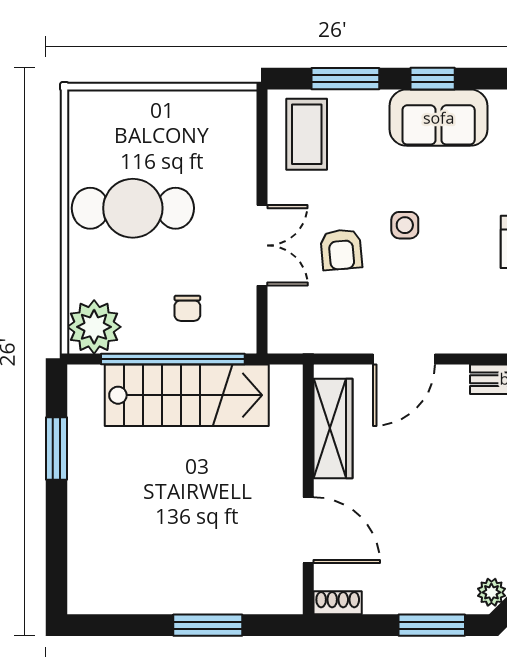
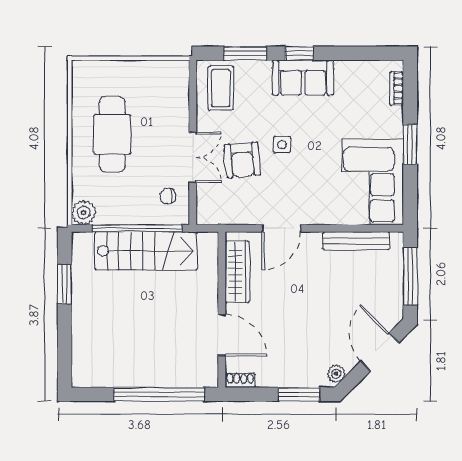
cafe table: (133, 208) -> (112, 134), turned 90
armchair: (341, 250) -> (242, 160), width x1.38, depth x1.38
chair: (187, 308) -> (168, 196), moved, turned 86
plant: (94, 327) -> (84, 213), width x0.73, depth x0.73
window: (208, 625) -> (159, 394), width x2.11

